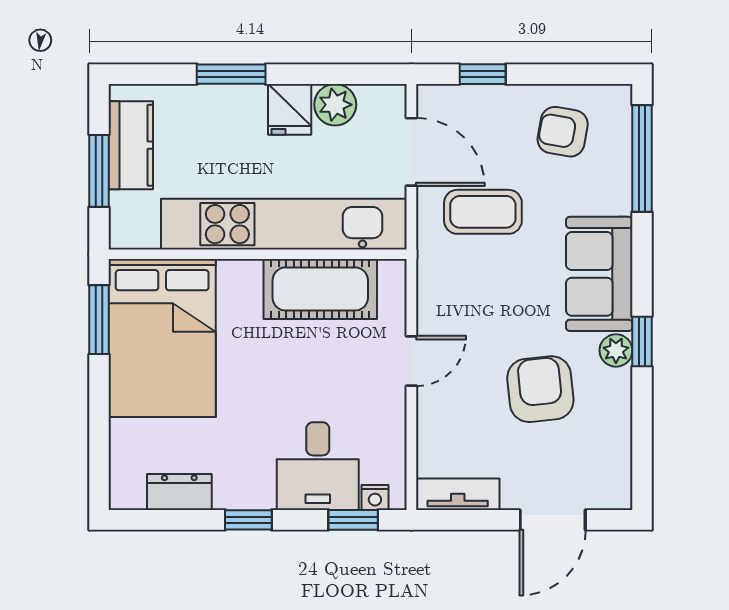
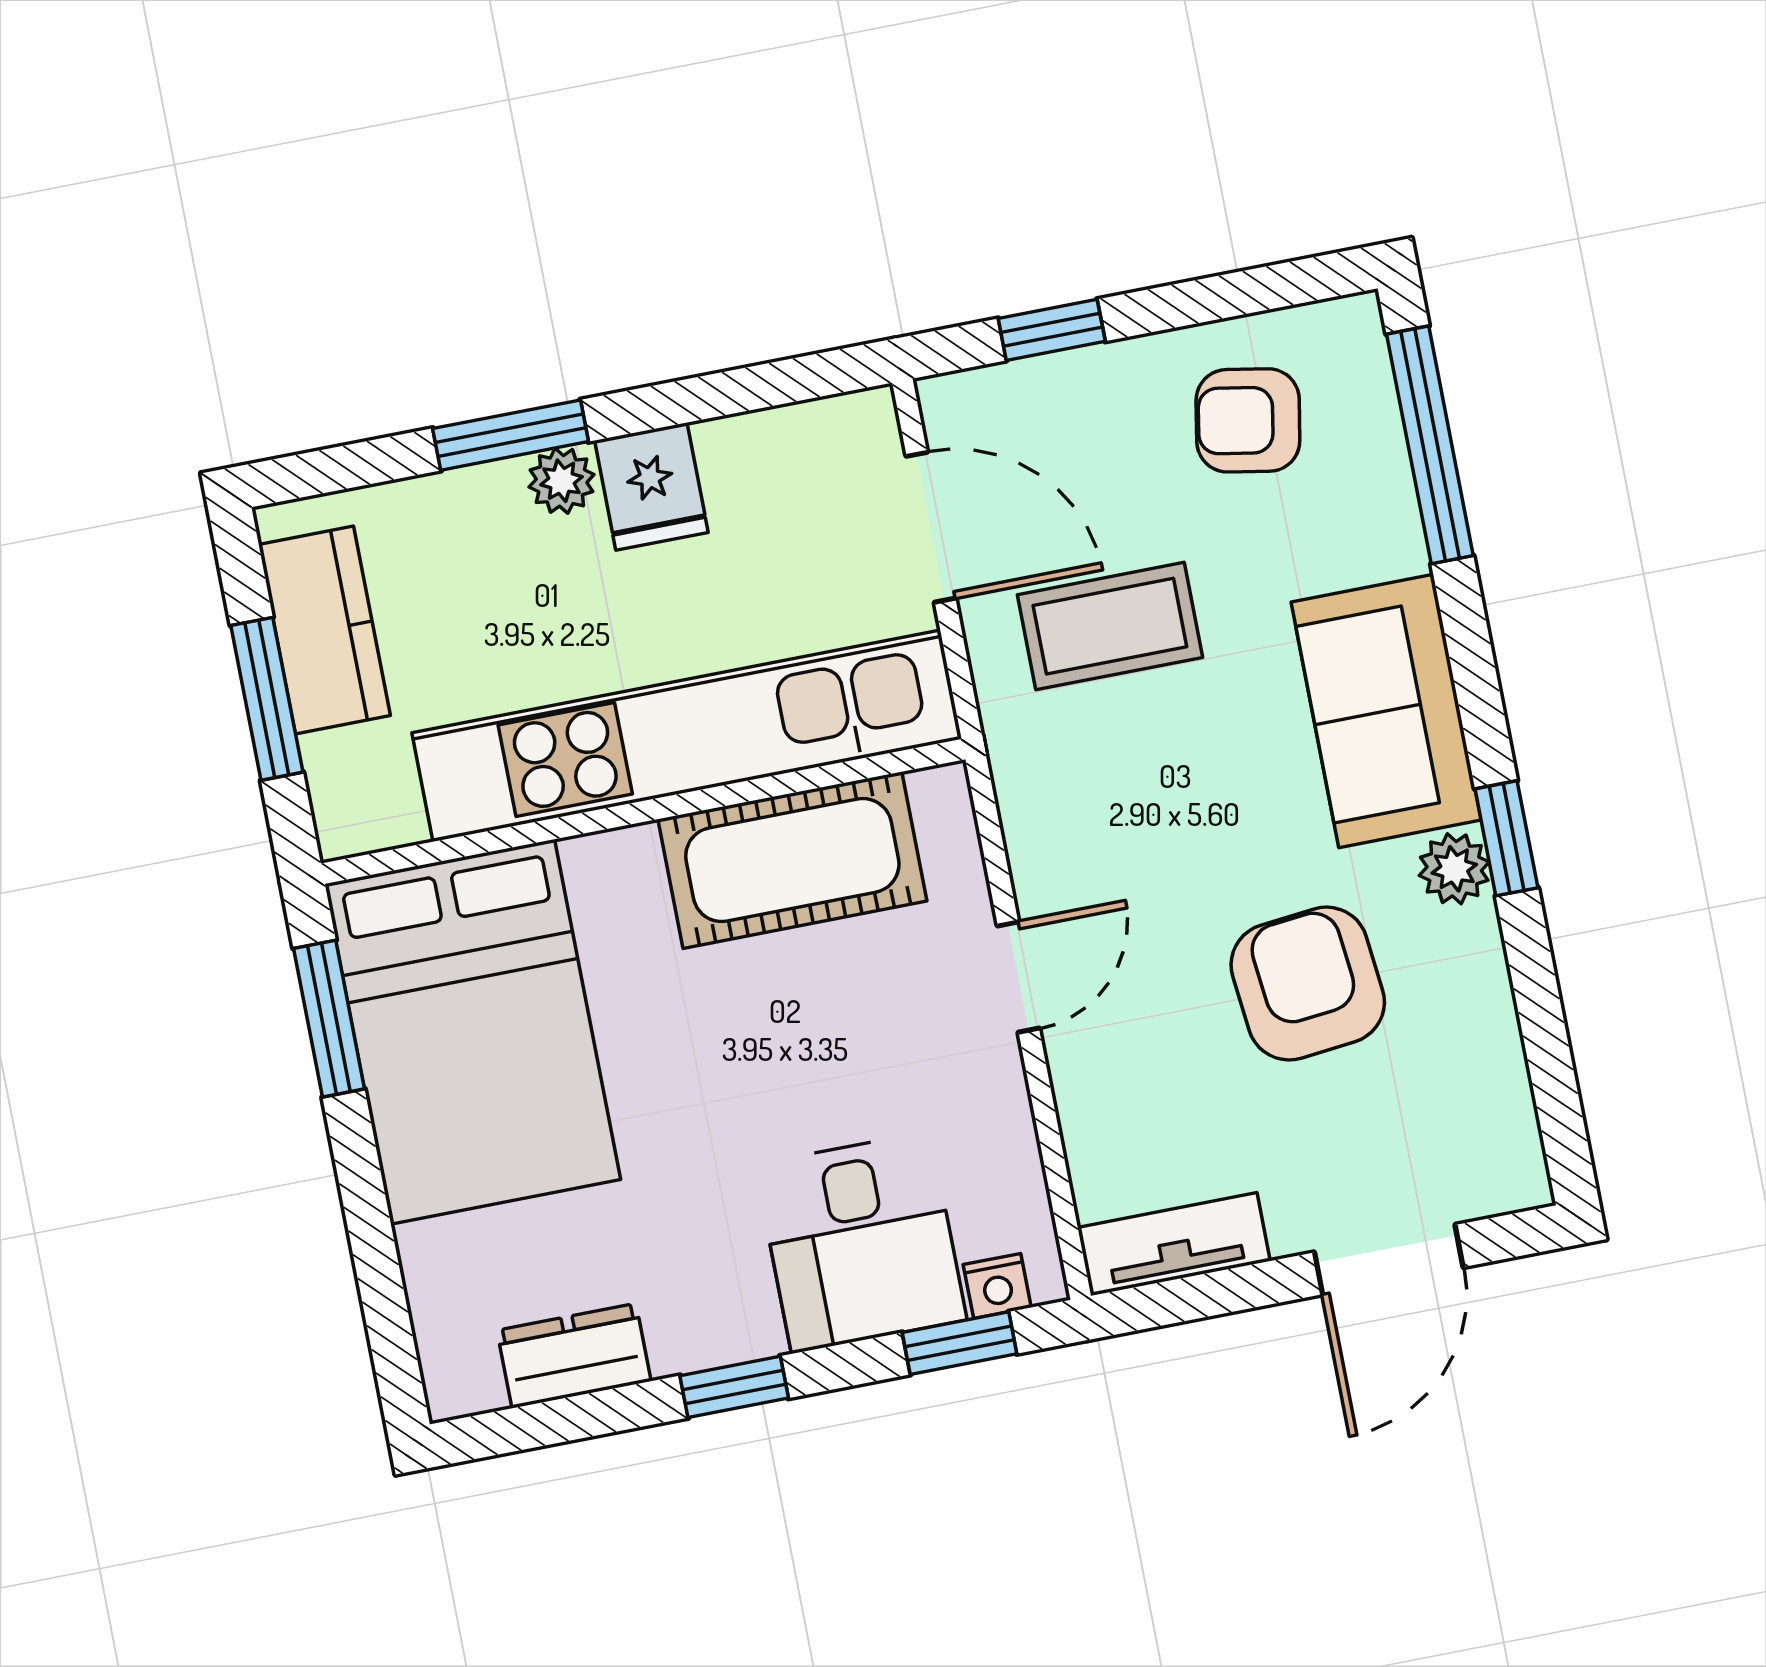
plant: (335, 105) -> (562, 481), moved, width x0.73, depth x0.73

